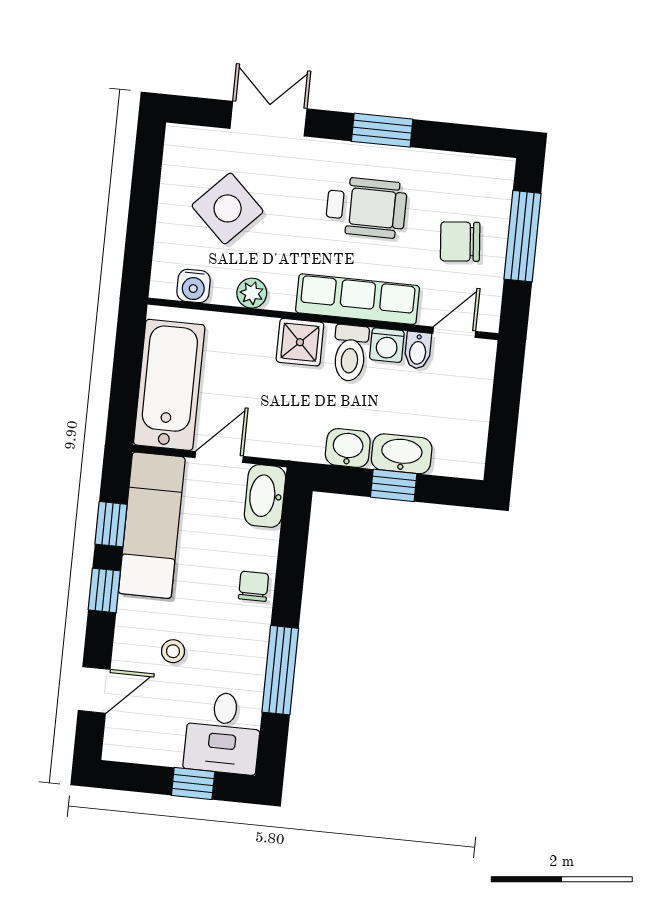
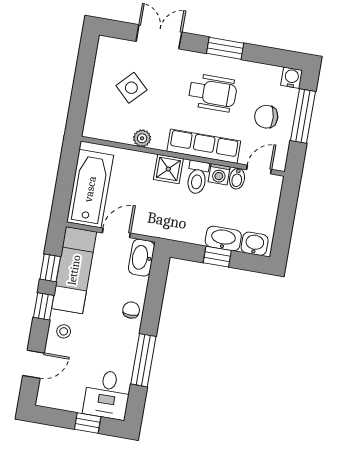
side table: (228, 208) -> (131, 88), width x0.73, depth x0.73
water cooler: (193, 286) -> (292, 78), moved, turned 180
washbasin: (348, 448) -> (255, 244), moved
stool: (173, 651) -> (64, 331), moved

